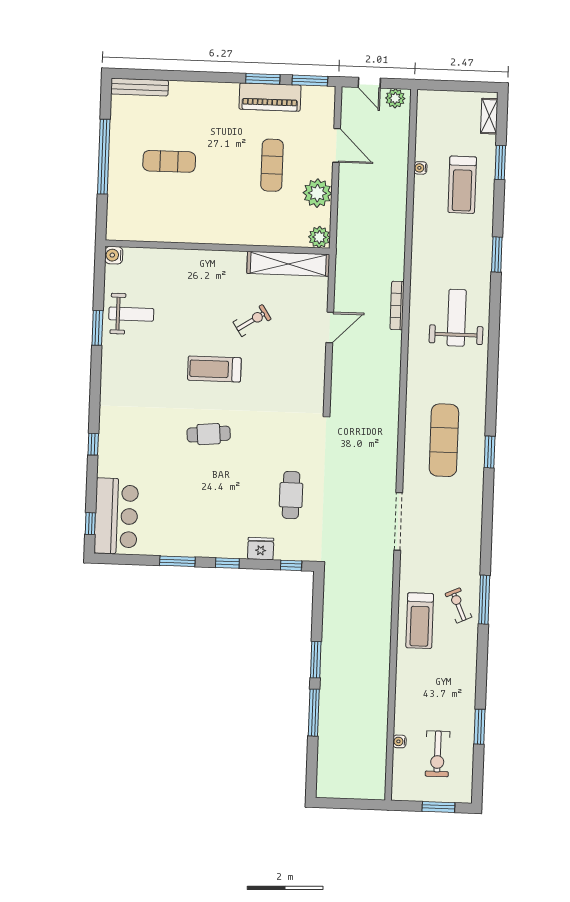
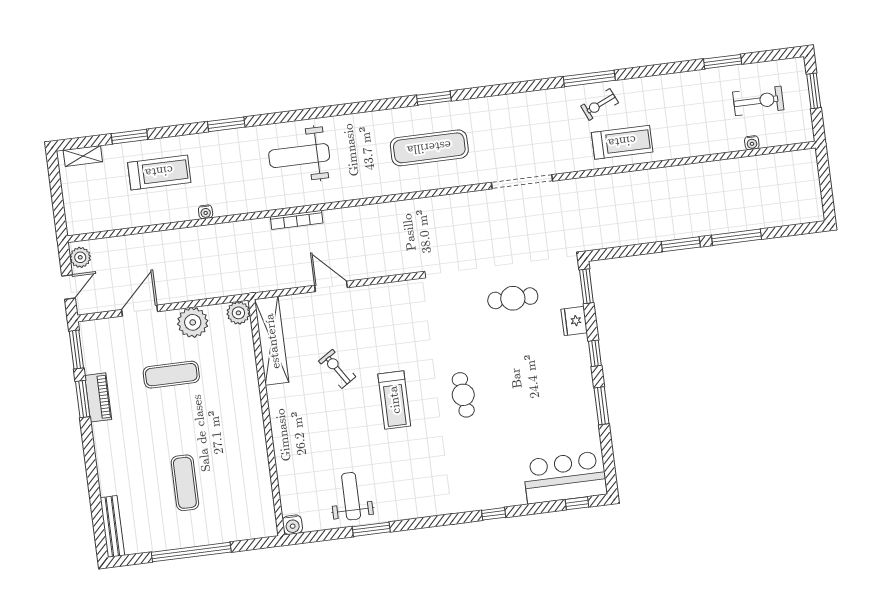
piano: (270, 97) -> (98, 397), width x0.73, depth x0.75
water cooler: (420, 168) -> (206, 212), moved
window: (291, 565) -> (586, 286), width x1.50

